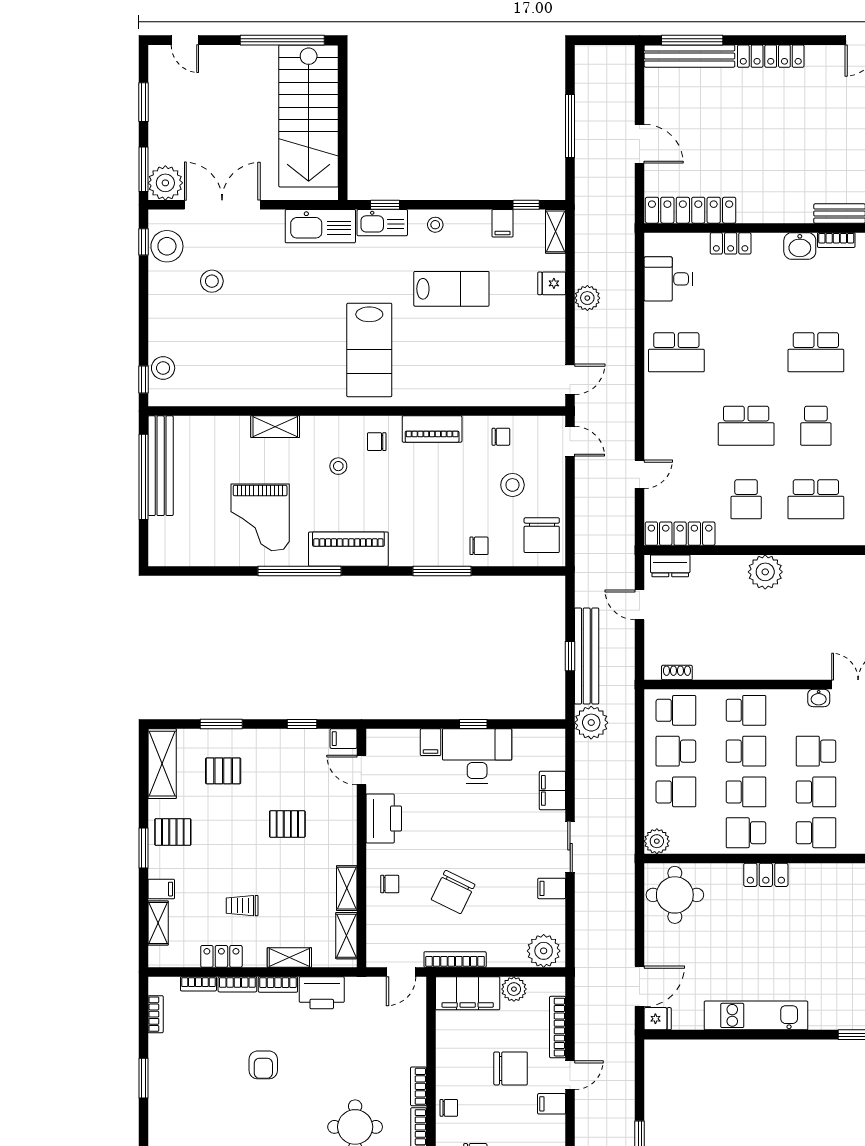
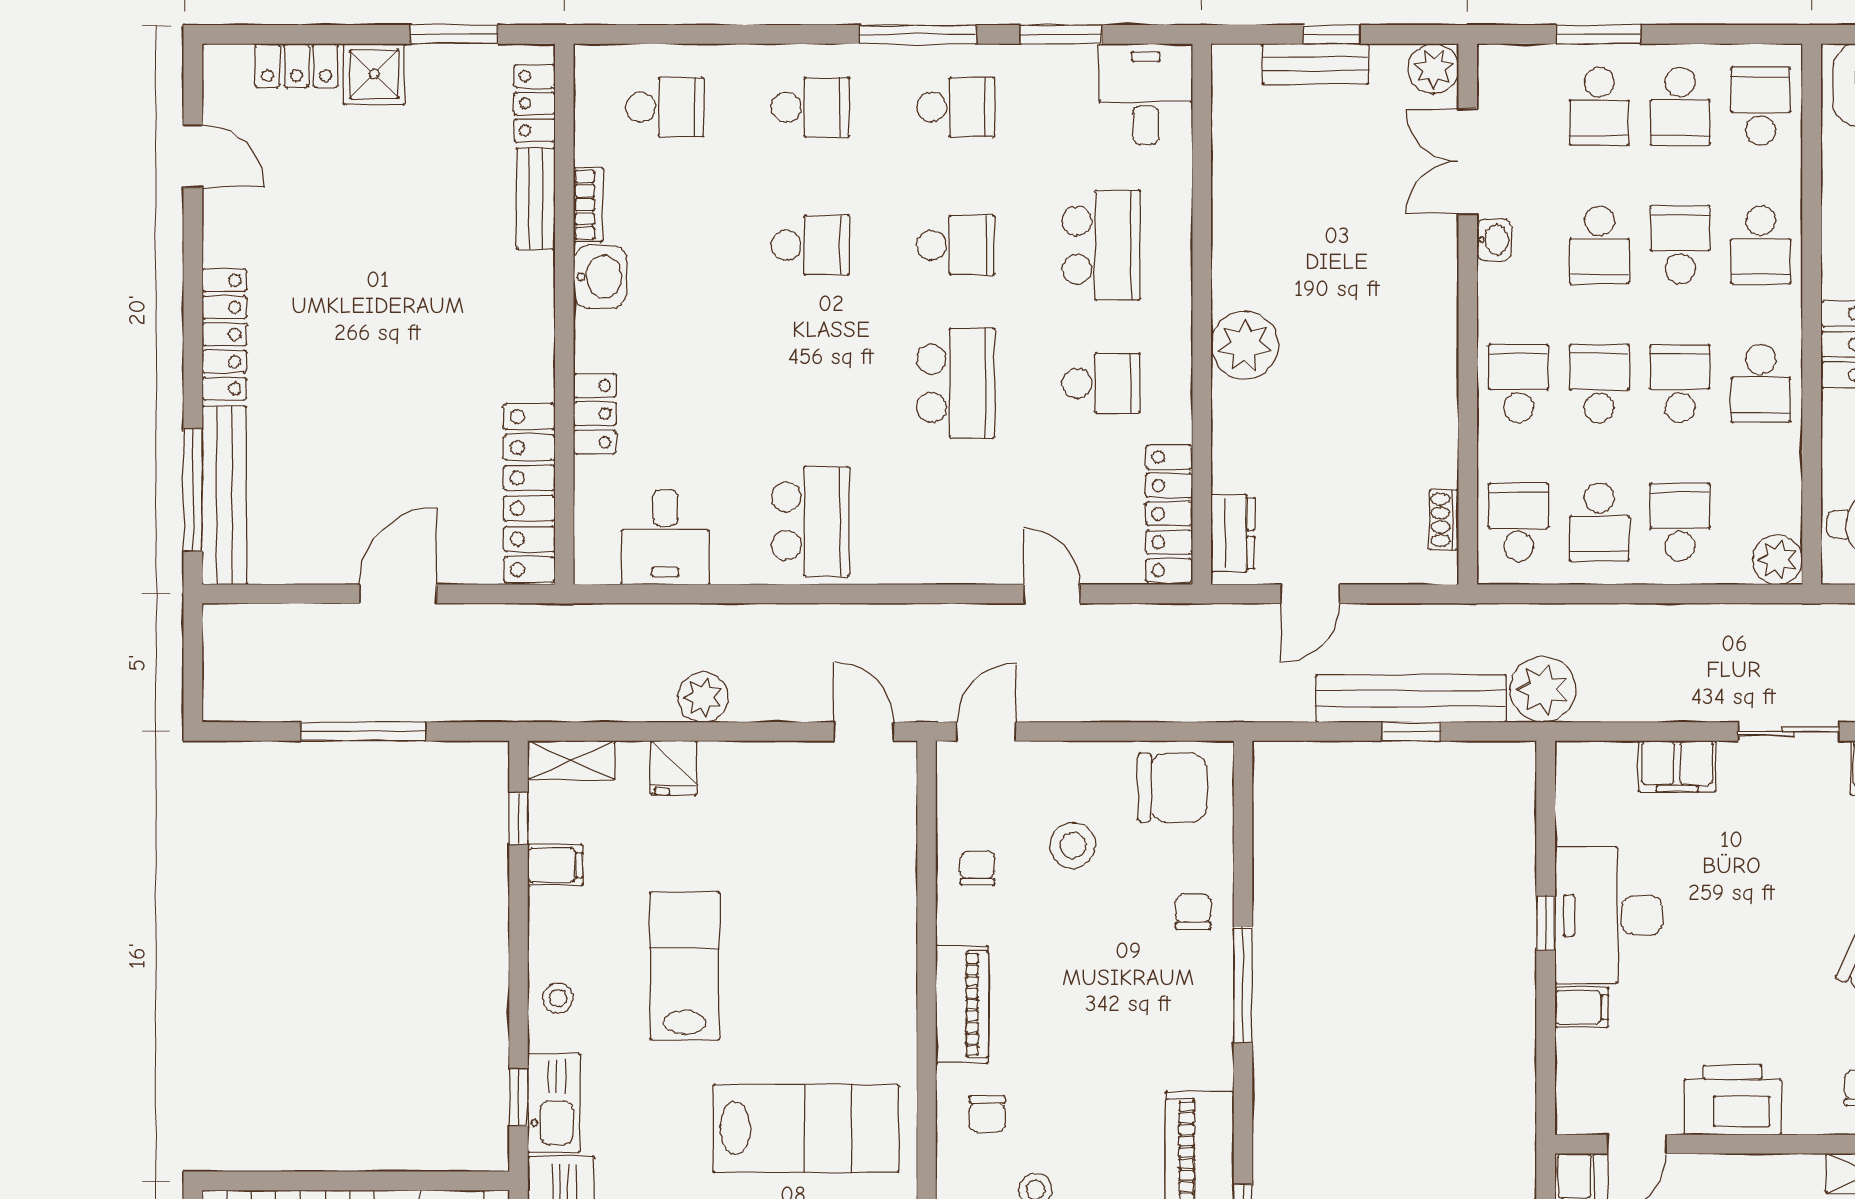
school desk: (816, 352) -> (810, 245), width x0.54
school desk: (816, 833) -> (1761, 245), turned 180

